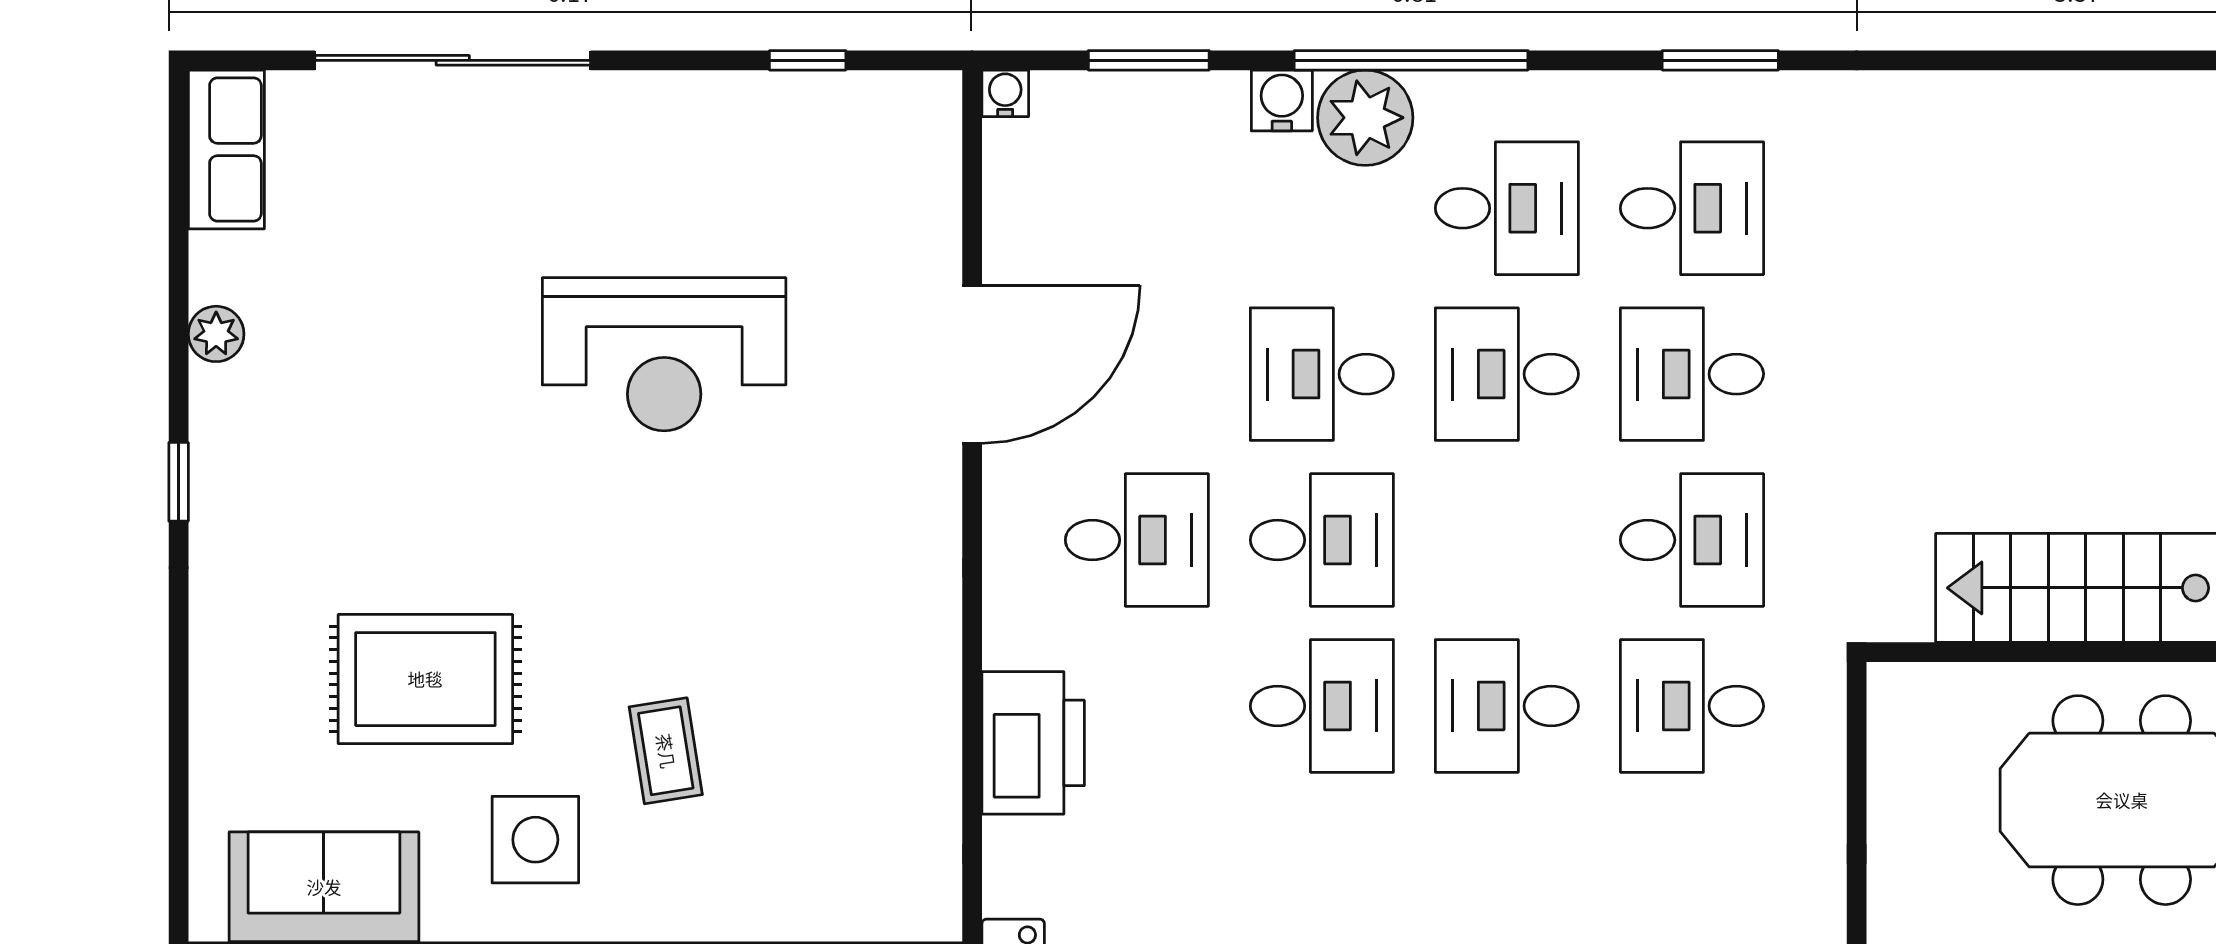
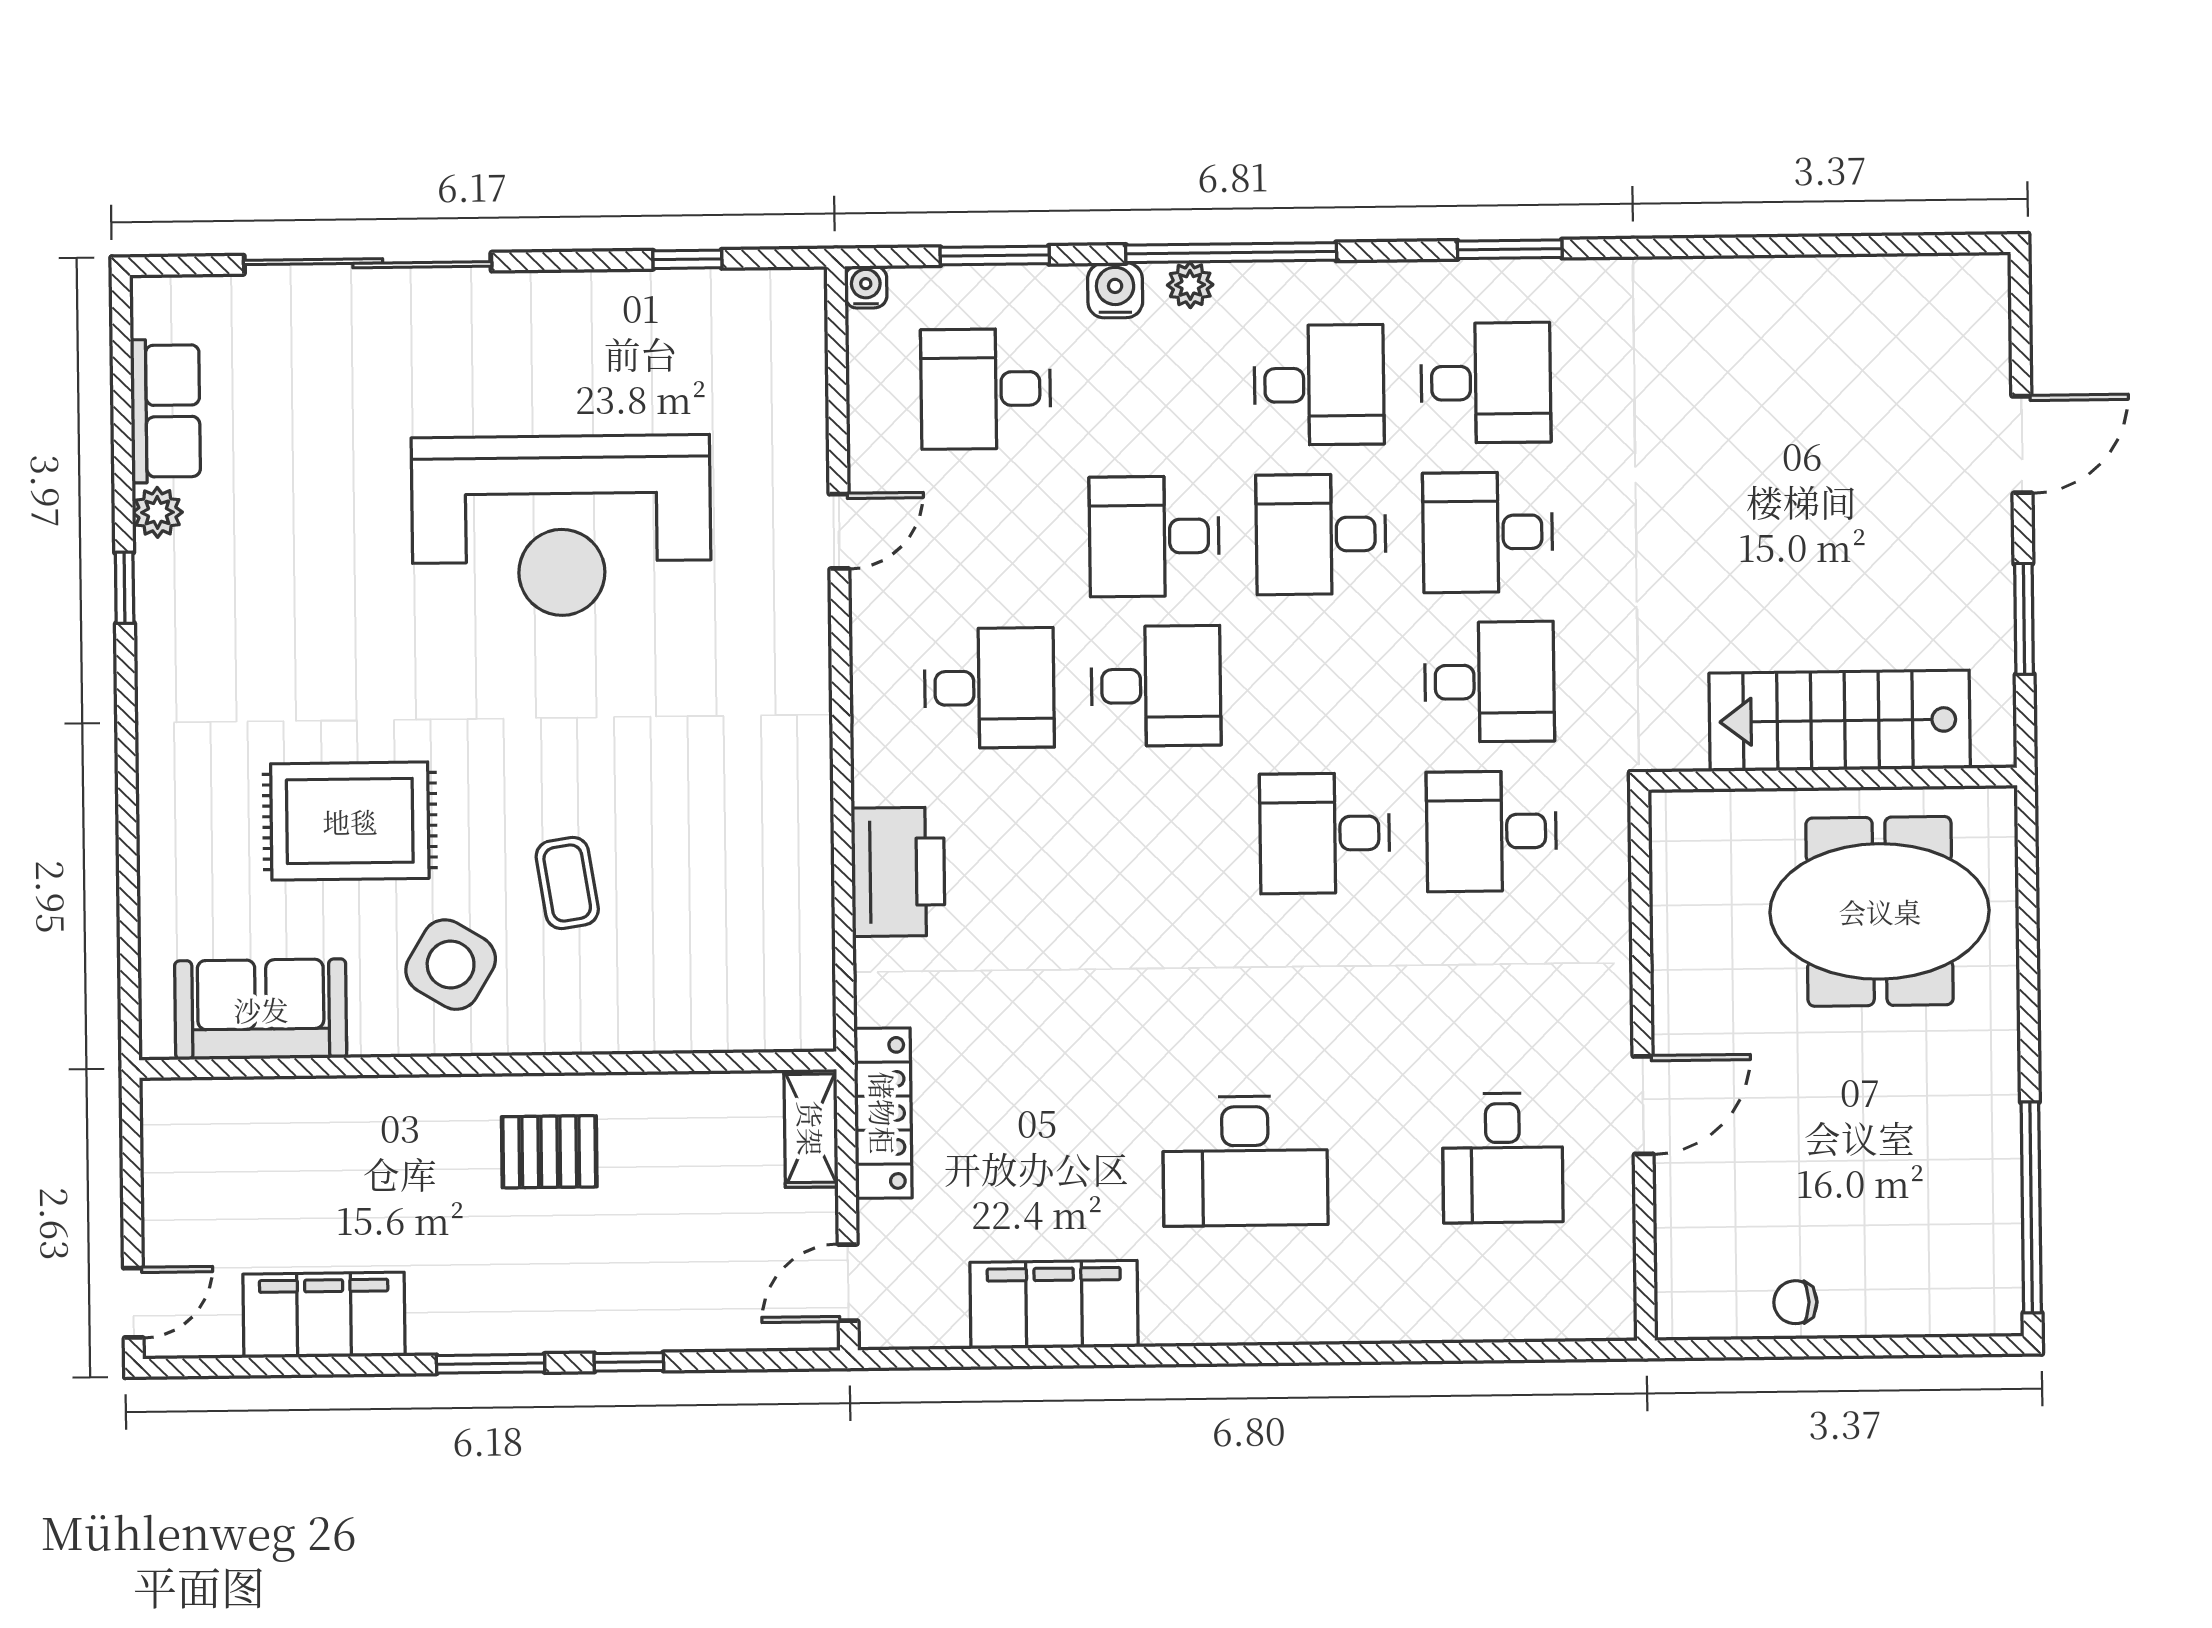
plant: (1365, 118) -> (1190, 285), width x0.53, depth x0.53
row of seats: (226, 149) -> (165, 411), moved
reception desk: (664, 354) -> (561, 526), width x1.36, depth x1.30
door: (972, 364) -> (839, 531), width x0.53
window: (179, 482) -> (125, 588), moved
desk: (1322, 706) -> (986, 389), moved, turned 180
side table: (535, 840) -> (451, 965), turned 31

